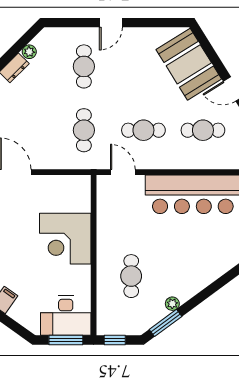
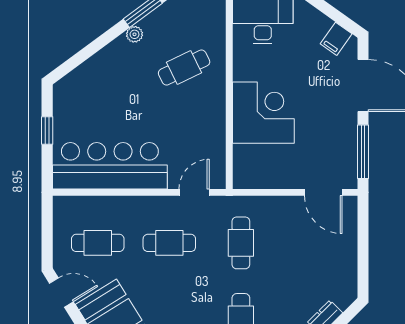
door: (123, 172) -> (194, 192), swing flipped
cafe table: (131, 276) -> (184, 67), turned 64

